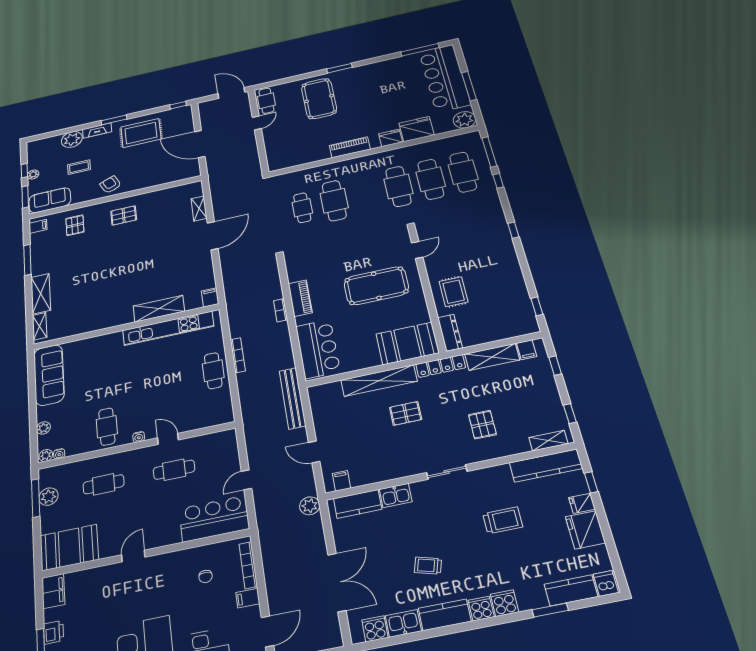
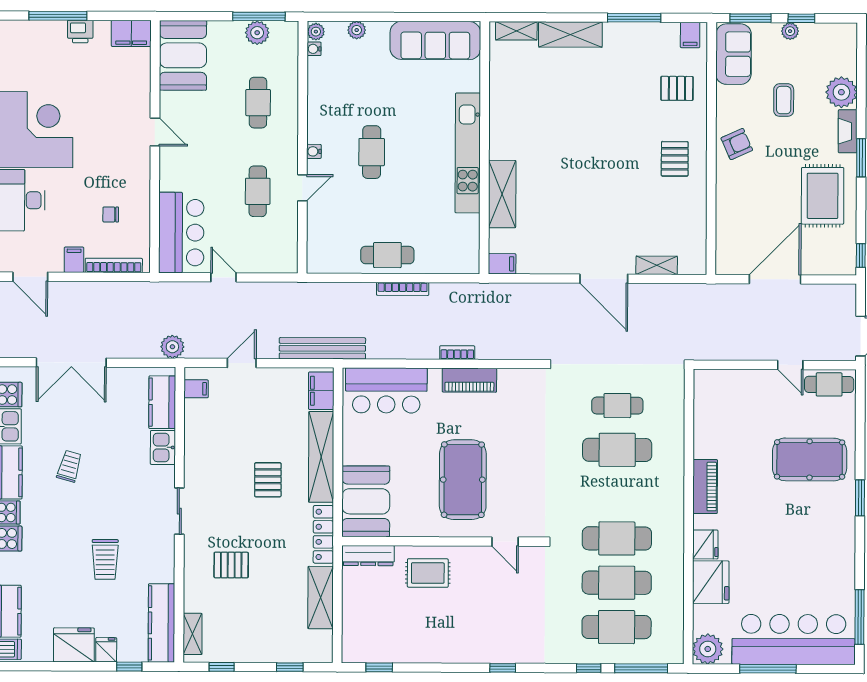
kitchen unit: (168, 328) -> (468, 153), moved
filing cabinet: (527, 350) -> (321, 391), moved, width x2.00
cafe table: (107, 427) -> (372, 152), moved, turned 90

